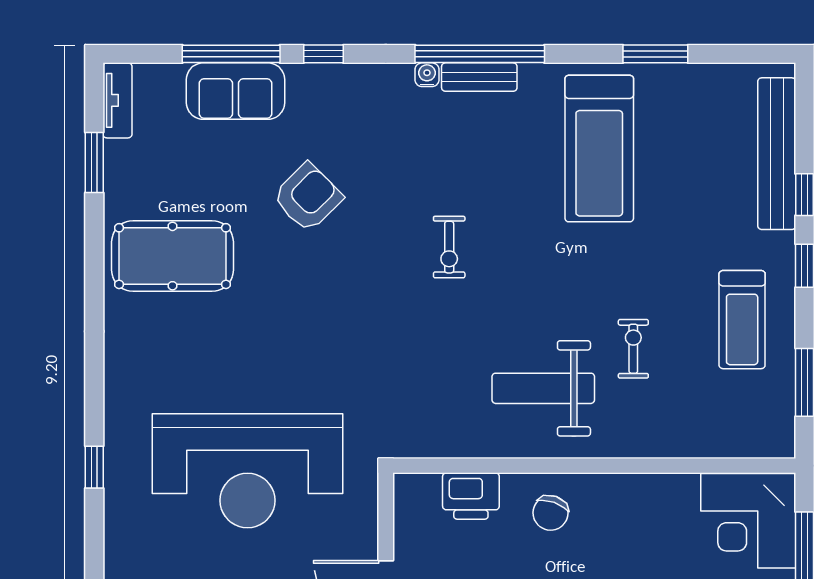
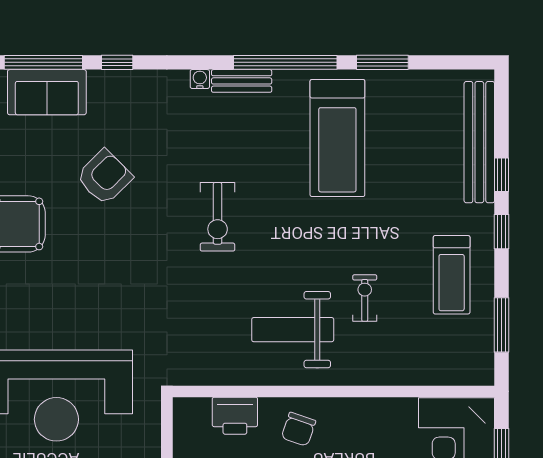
window: (480, 54) -> (285, 62), moved
exercise bike: (449, 247) -> (218, 217), width x1.38, depth x1.39

